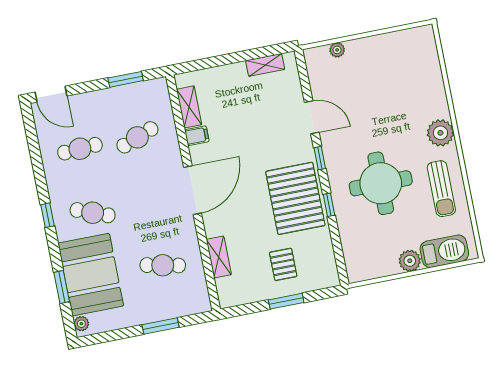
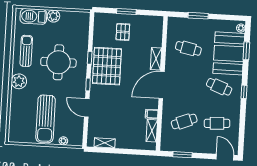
sun lounger: (378, 80) -> (46, 119), added
shelving: (219, 257) -> (156, 59), moved

